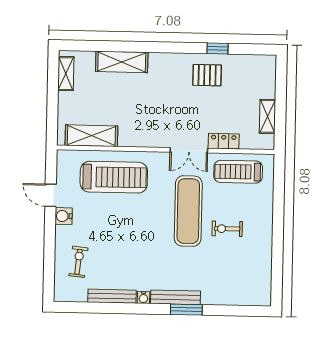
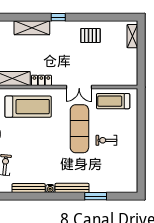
window: (218, 49) -> (58, 17), moved
shelving: (268, 116) -> (132, 36), moved
locker: (224, 141) -> (41, 80), moved
window: (186, 310) -> (96, 196), moved

